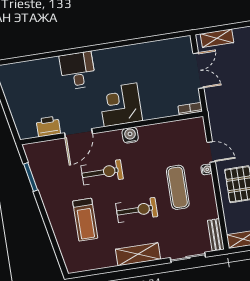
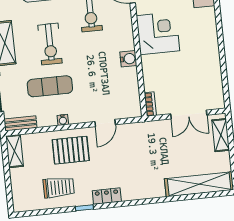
water cooler: (130, 135) -> (128, 59), moved
water cooler: (206, 169) -> (63, 120), moved
exercise mat: (178, 187) -> (50, 86), moved

